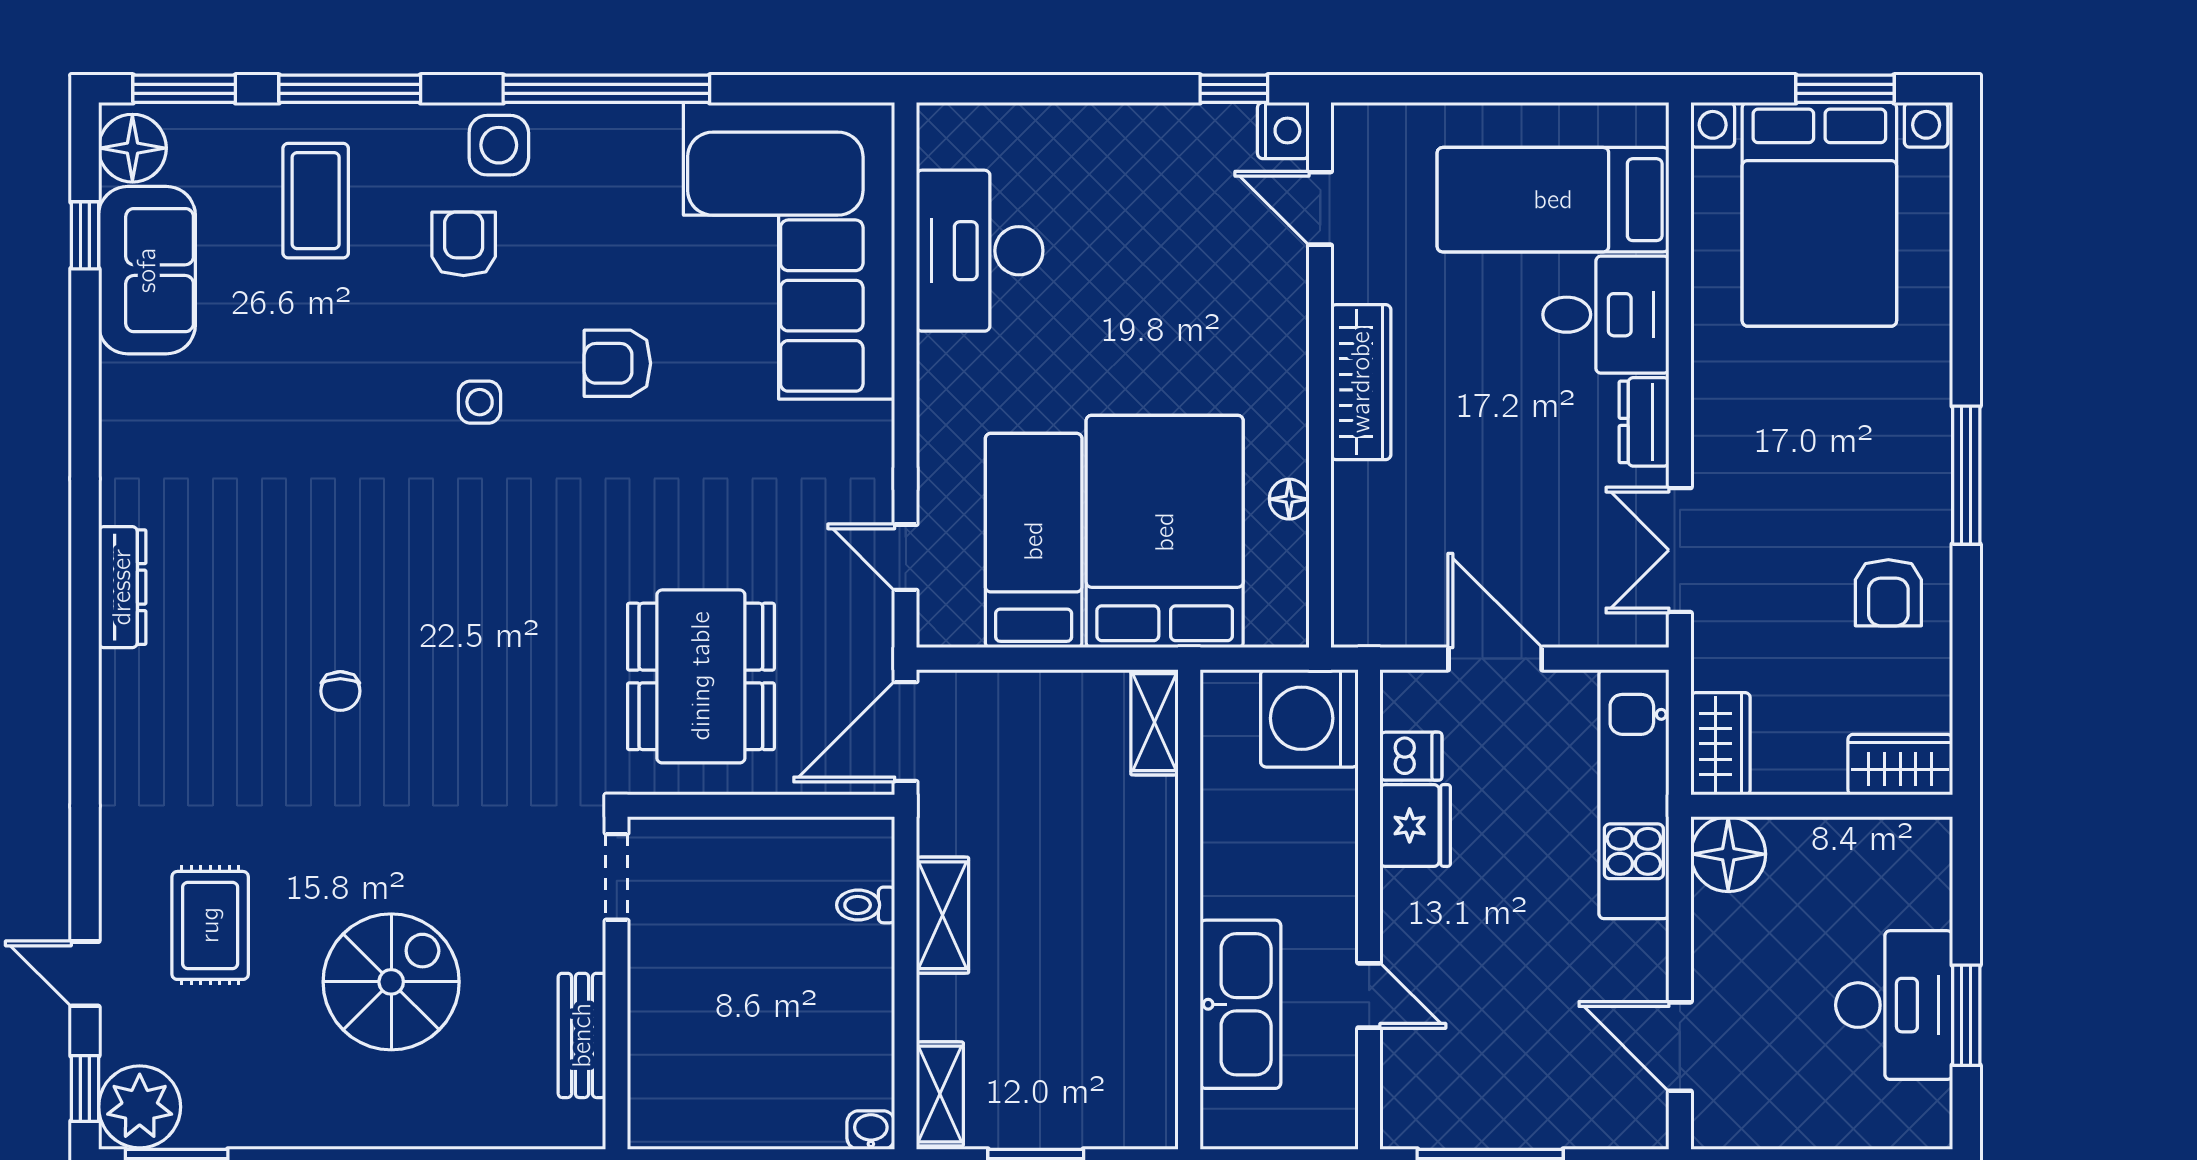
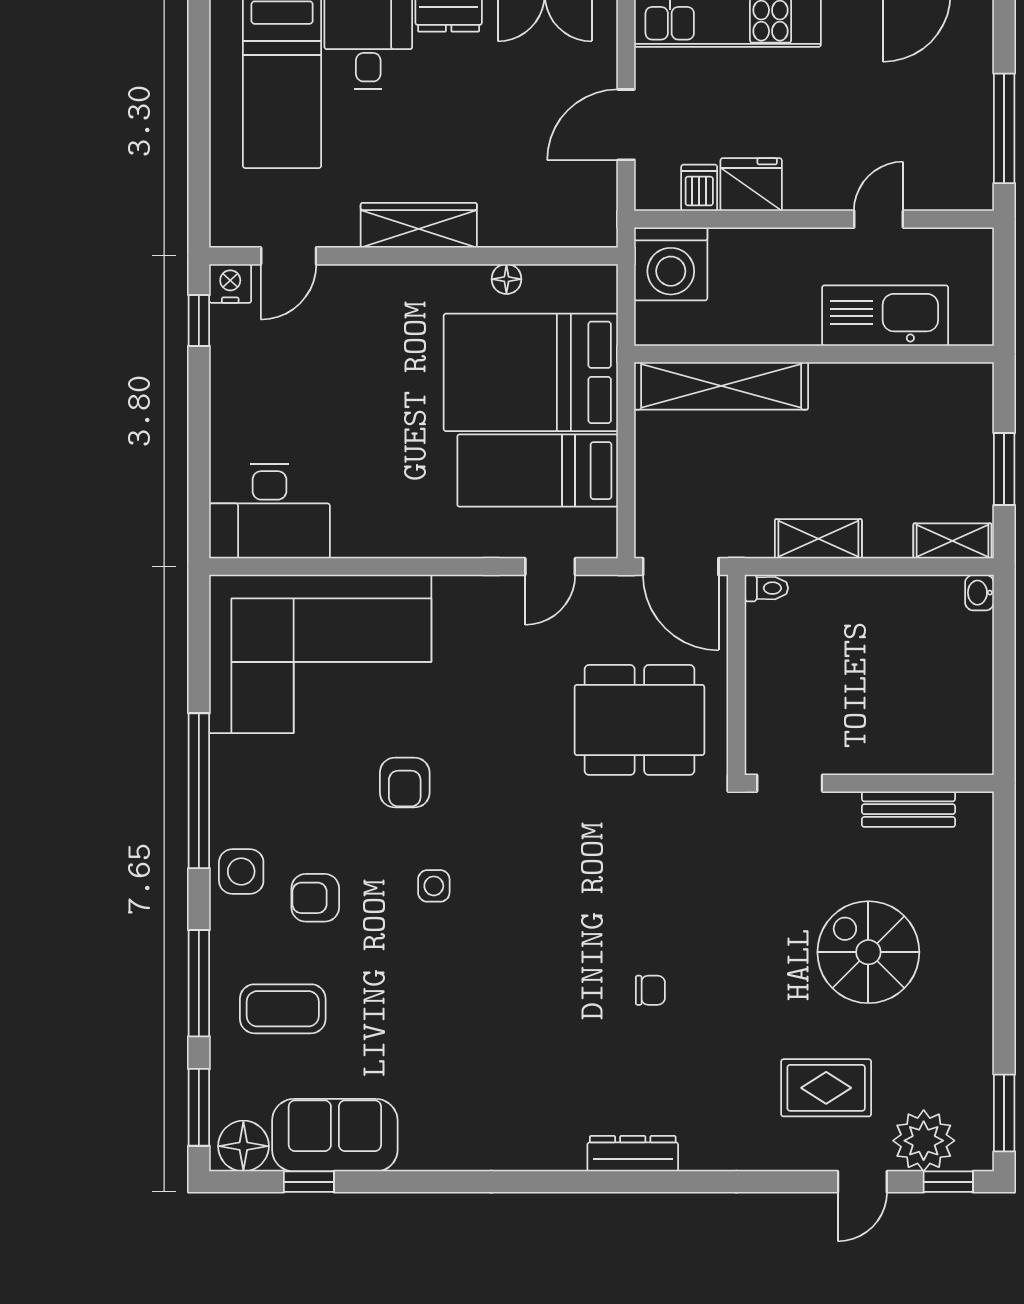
desk: (980, 251) -> (269, 511), moved
dresser: (122, 587) -> (633, 1154), moved
shelving: (1155, 722) -> (721, 386), width x2.20, depth x1.33
toilet: (866, 905) -> (766, 588), moved, turned -90
plant: (140, 1107) -> (924, 1141), moved

